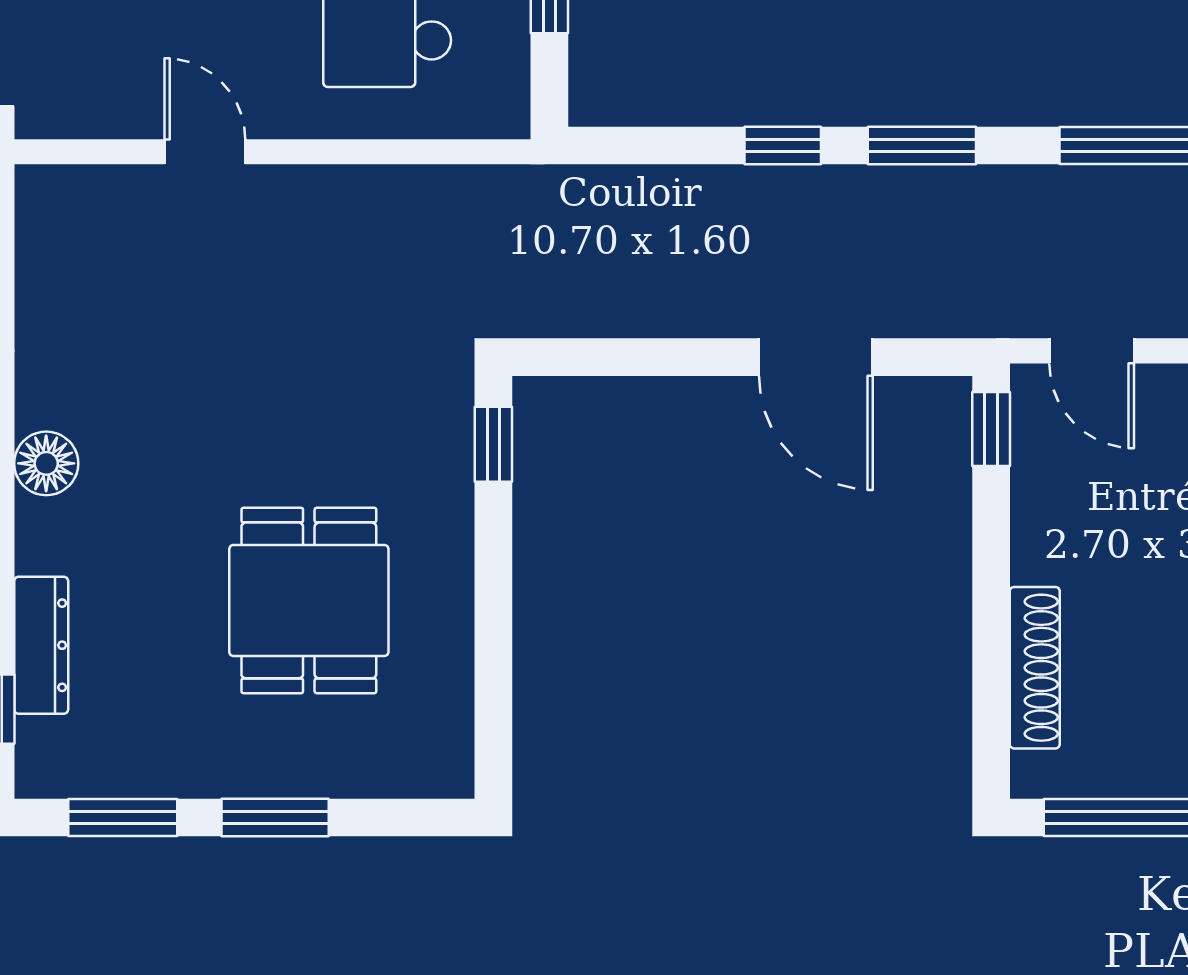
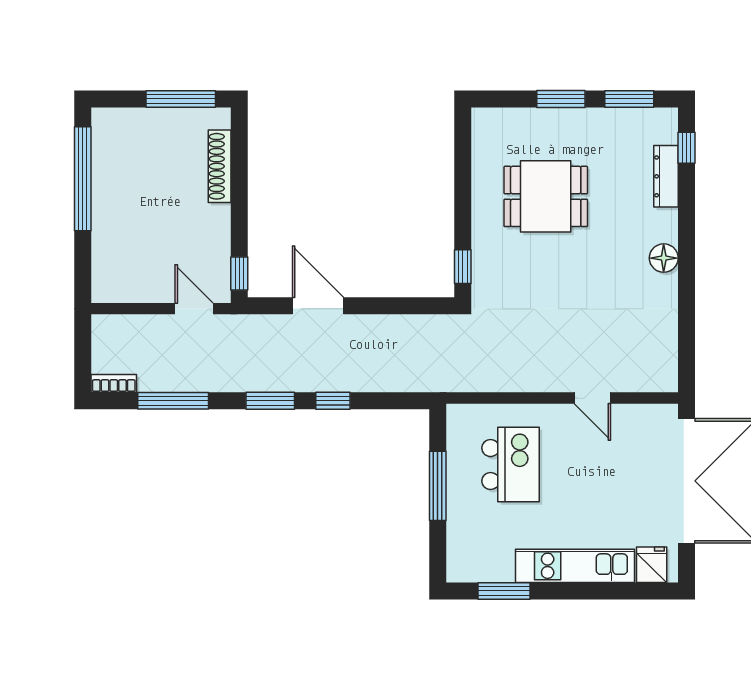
dining table: (309, 600) -> (546, 196), turned 90

